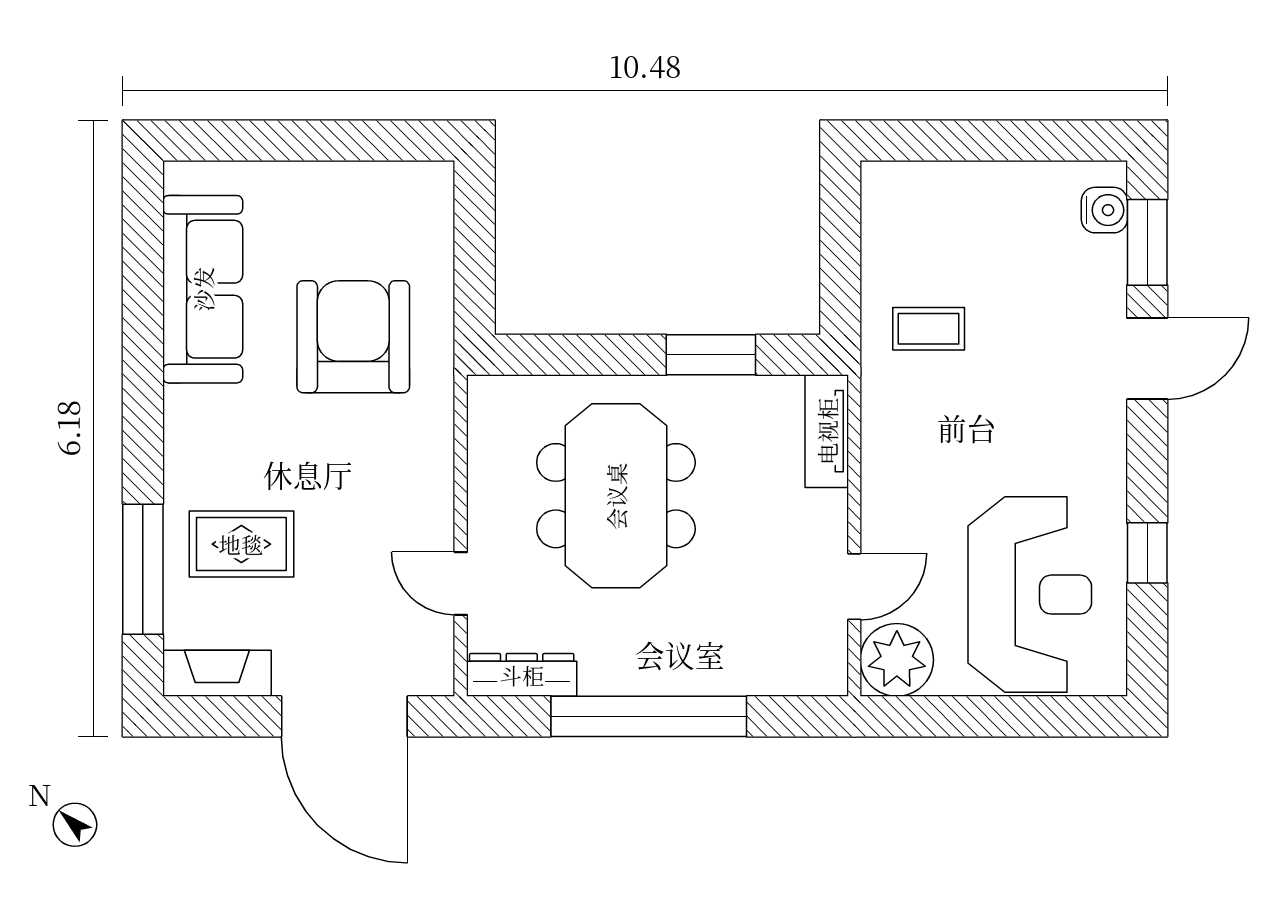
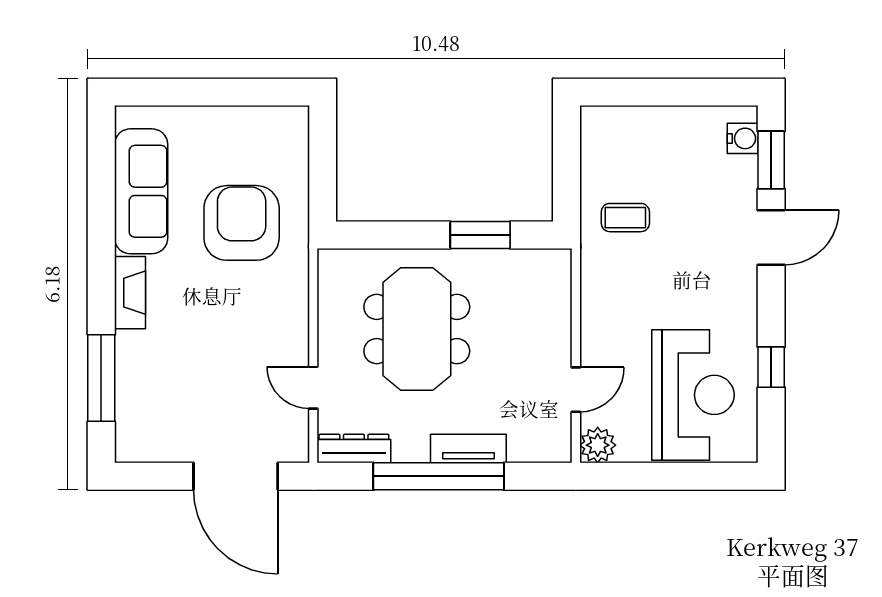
tv unit: (827, 431) -> (468, 449), moved, turned 90
rug: (241, 544) -> (167, 361), removed
plant: (897, 660) -> (598, 445), width x0.73, depth x0.73
fireplace: (217, 673) -> (130, 293), moved, turned 90

